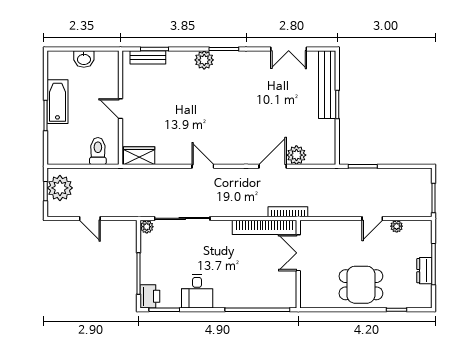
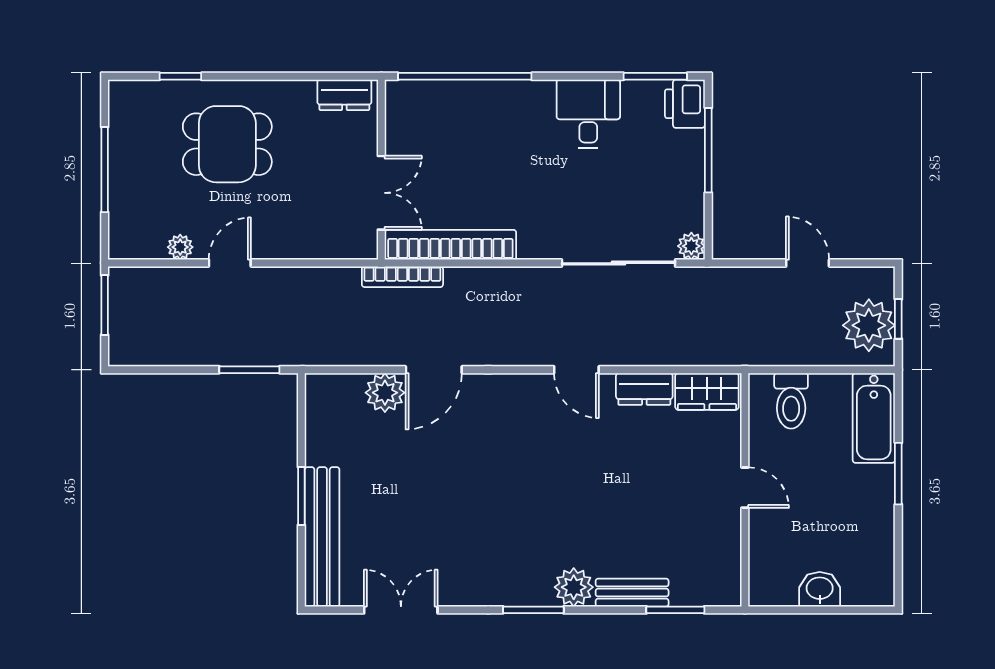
bench: (148, 57) -> (632, 593), moved
bathtub: (57, 102) -> (874, 418), moved
dresser: (170, 157) -> (644, 389), added
dresser: (424, 271) -> (344, 95), moved, turned 90
dining table: (361, 285) -> (227, 144), moved

